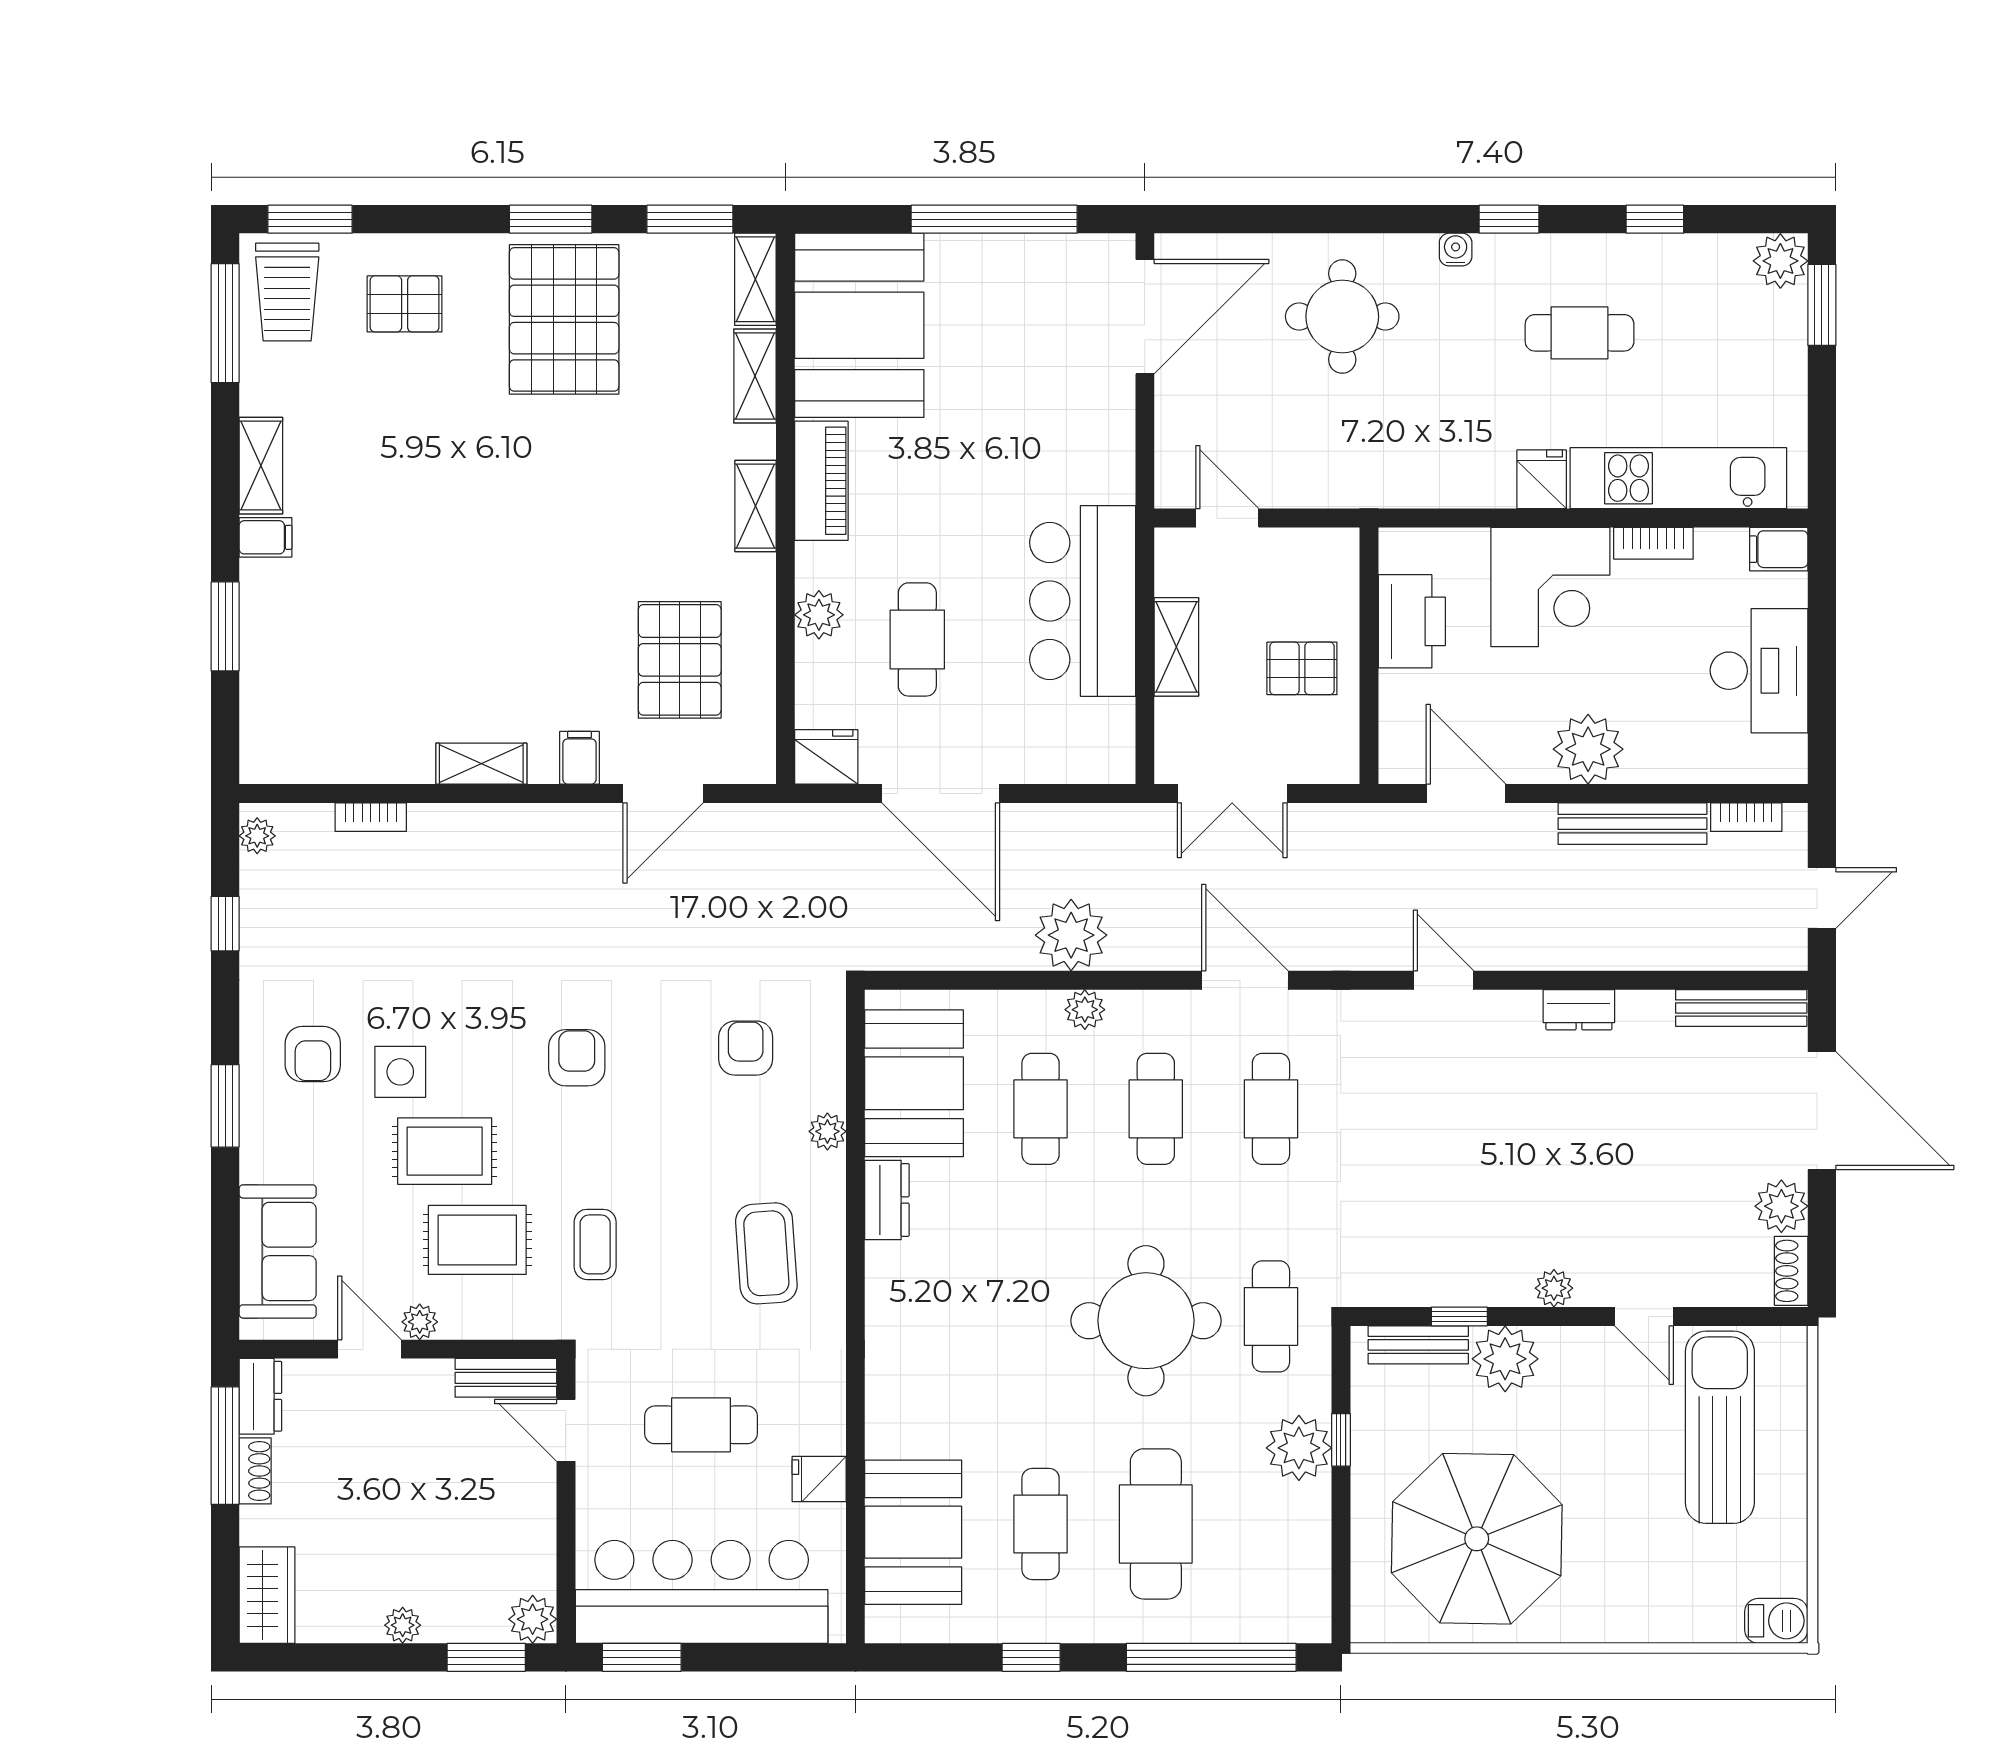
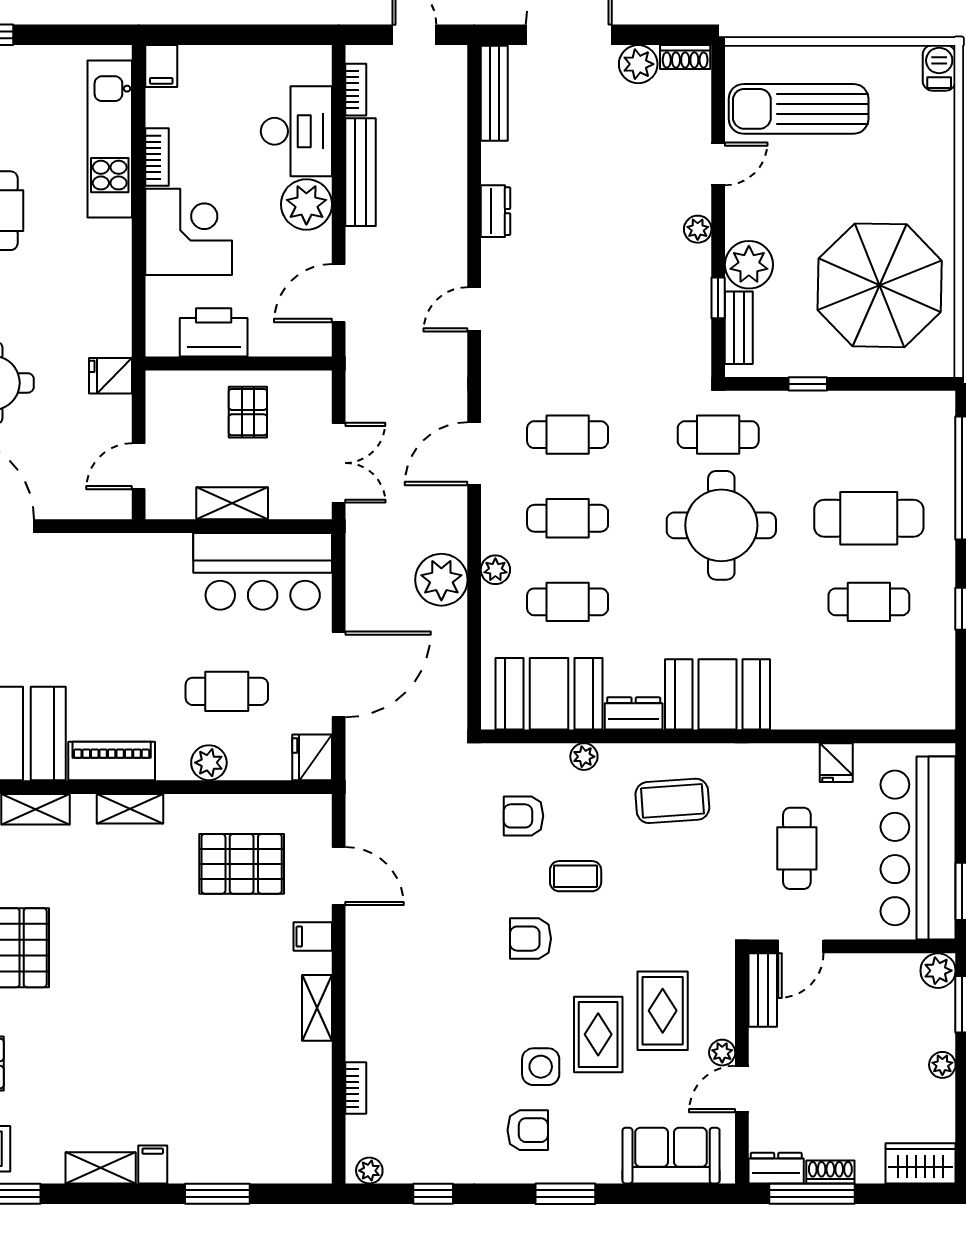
fridge: (1542, 479) -> (111, 376), moved
bar counter: (1083, 601) -> (263, 571), moved
desk: (1759, 671) -> (296, 131), moved, turned 90
coffee table: (595, 1244) -> (576, 876), moved
plant: (1299, 1448) -> (814, 414), removed
booth: (913, 1532) -> (717, 694), moved

